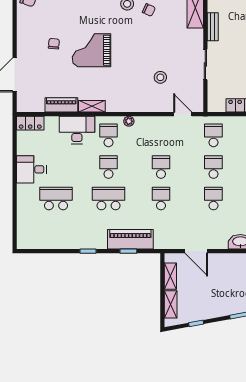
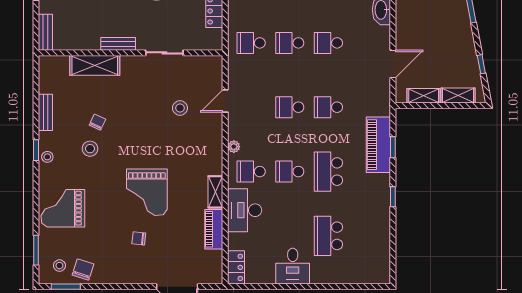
door: (183, 114) -> (225, 101), moved

